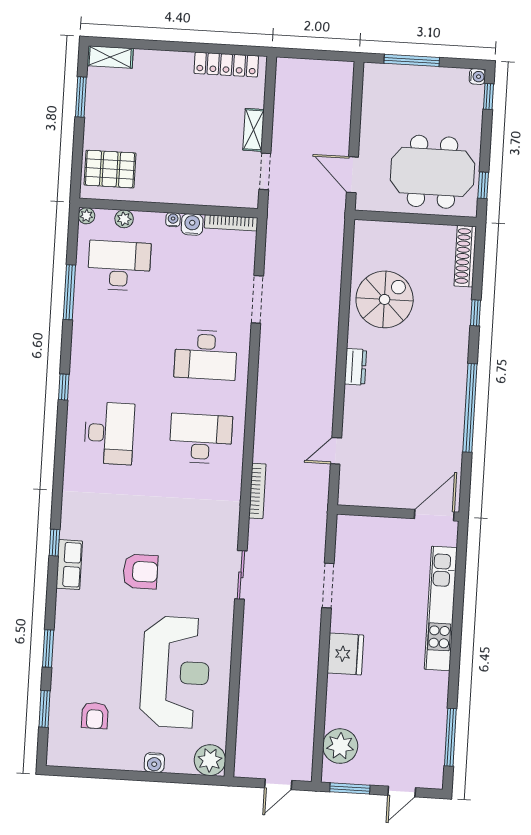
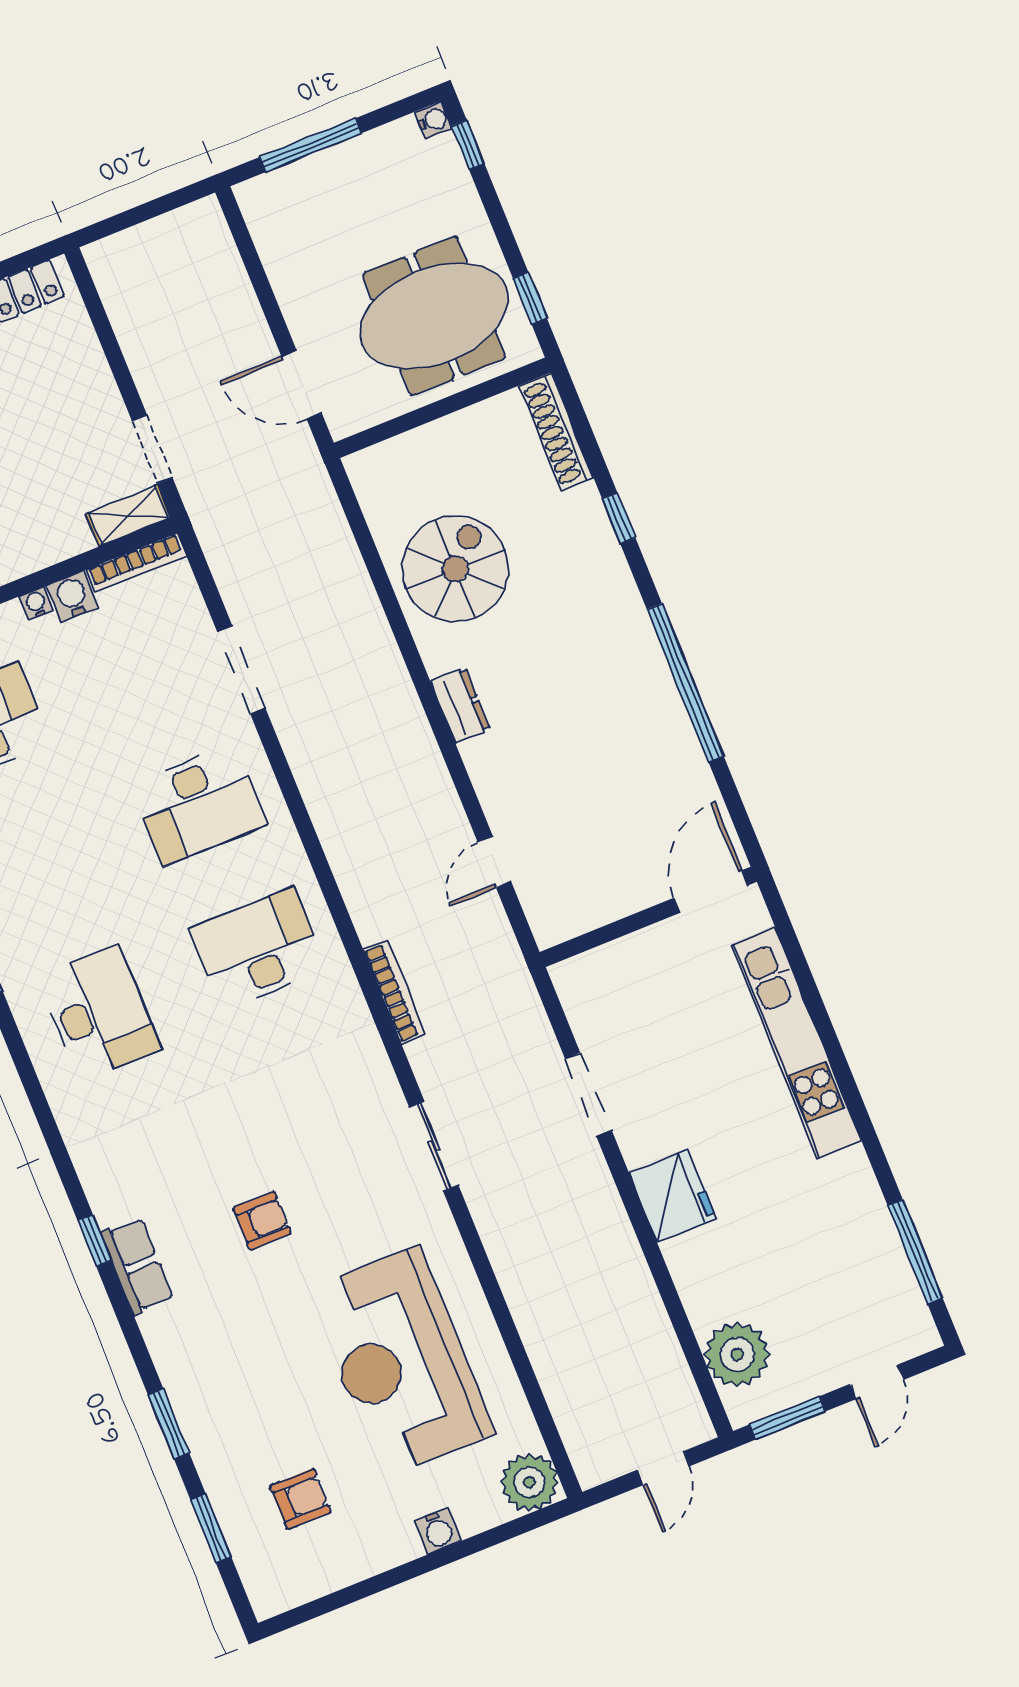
shelving: (254, 130) -> (128, 516), moved, turned 90
armchair: (140, 571) -> (262, 1221), width x0.72, depth x0.72
reception desk: (175, 672) -> (401, 1362), turned 180
armchair: (95, 716) -> (300, 1499), turned -90

